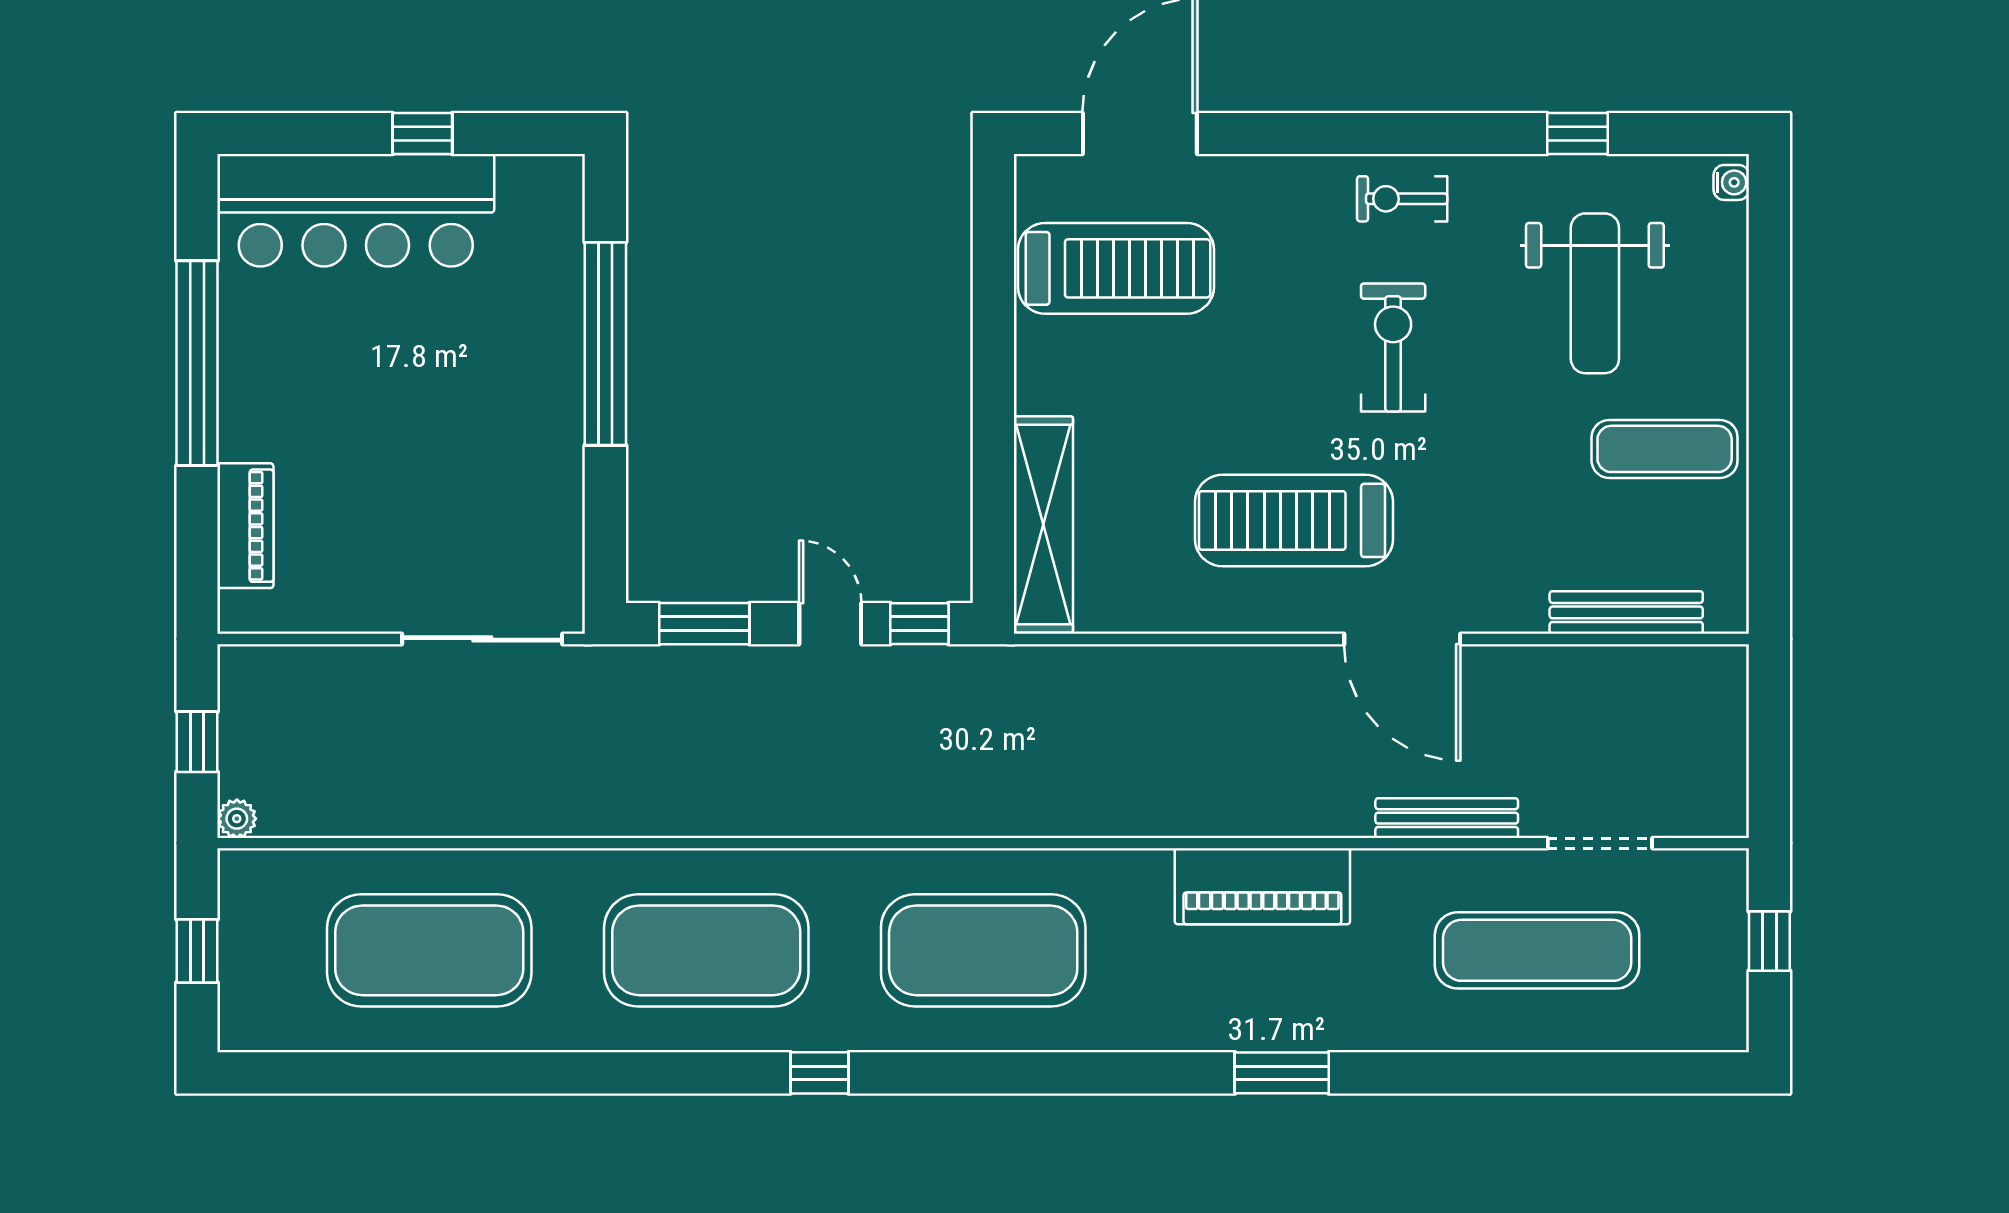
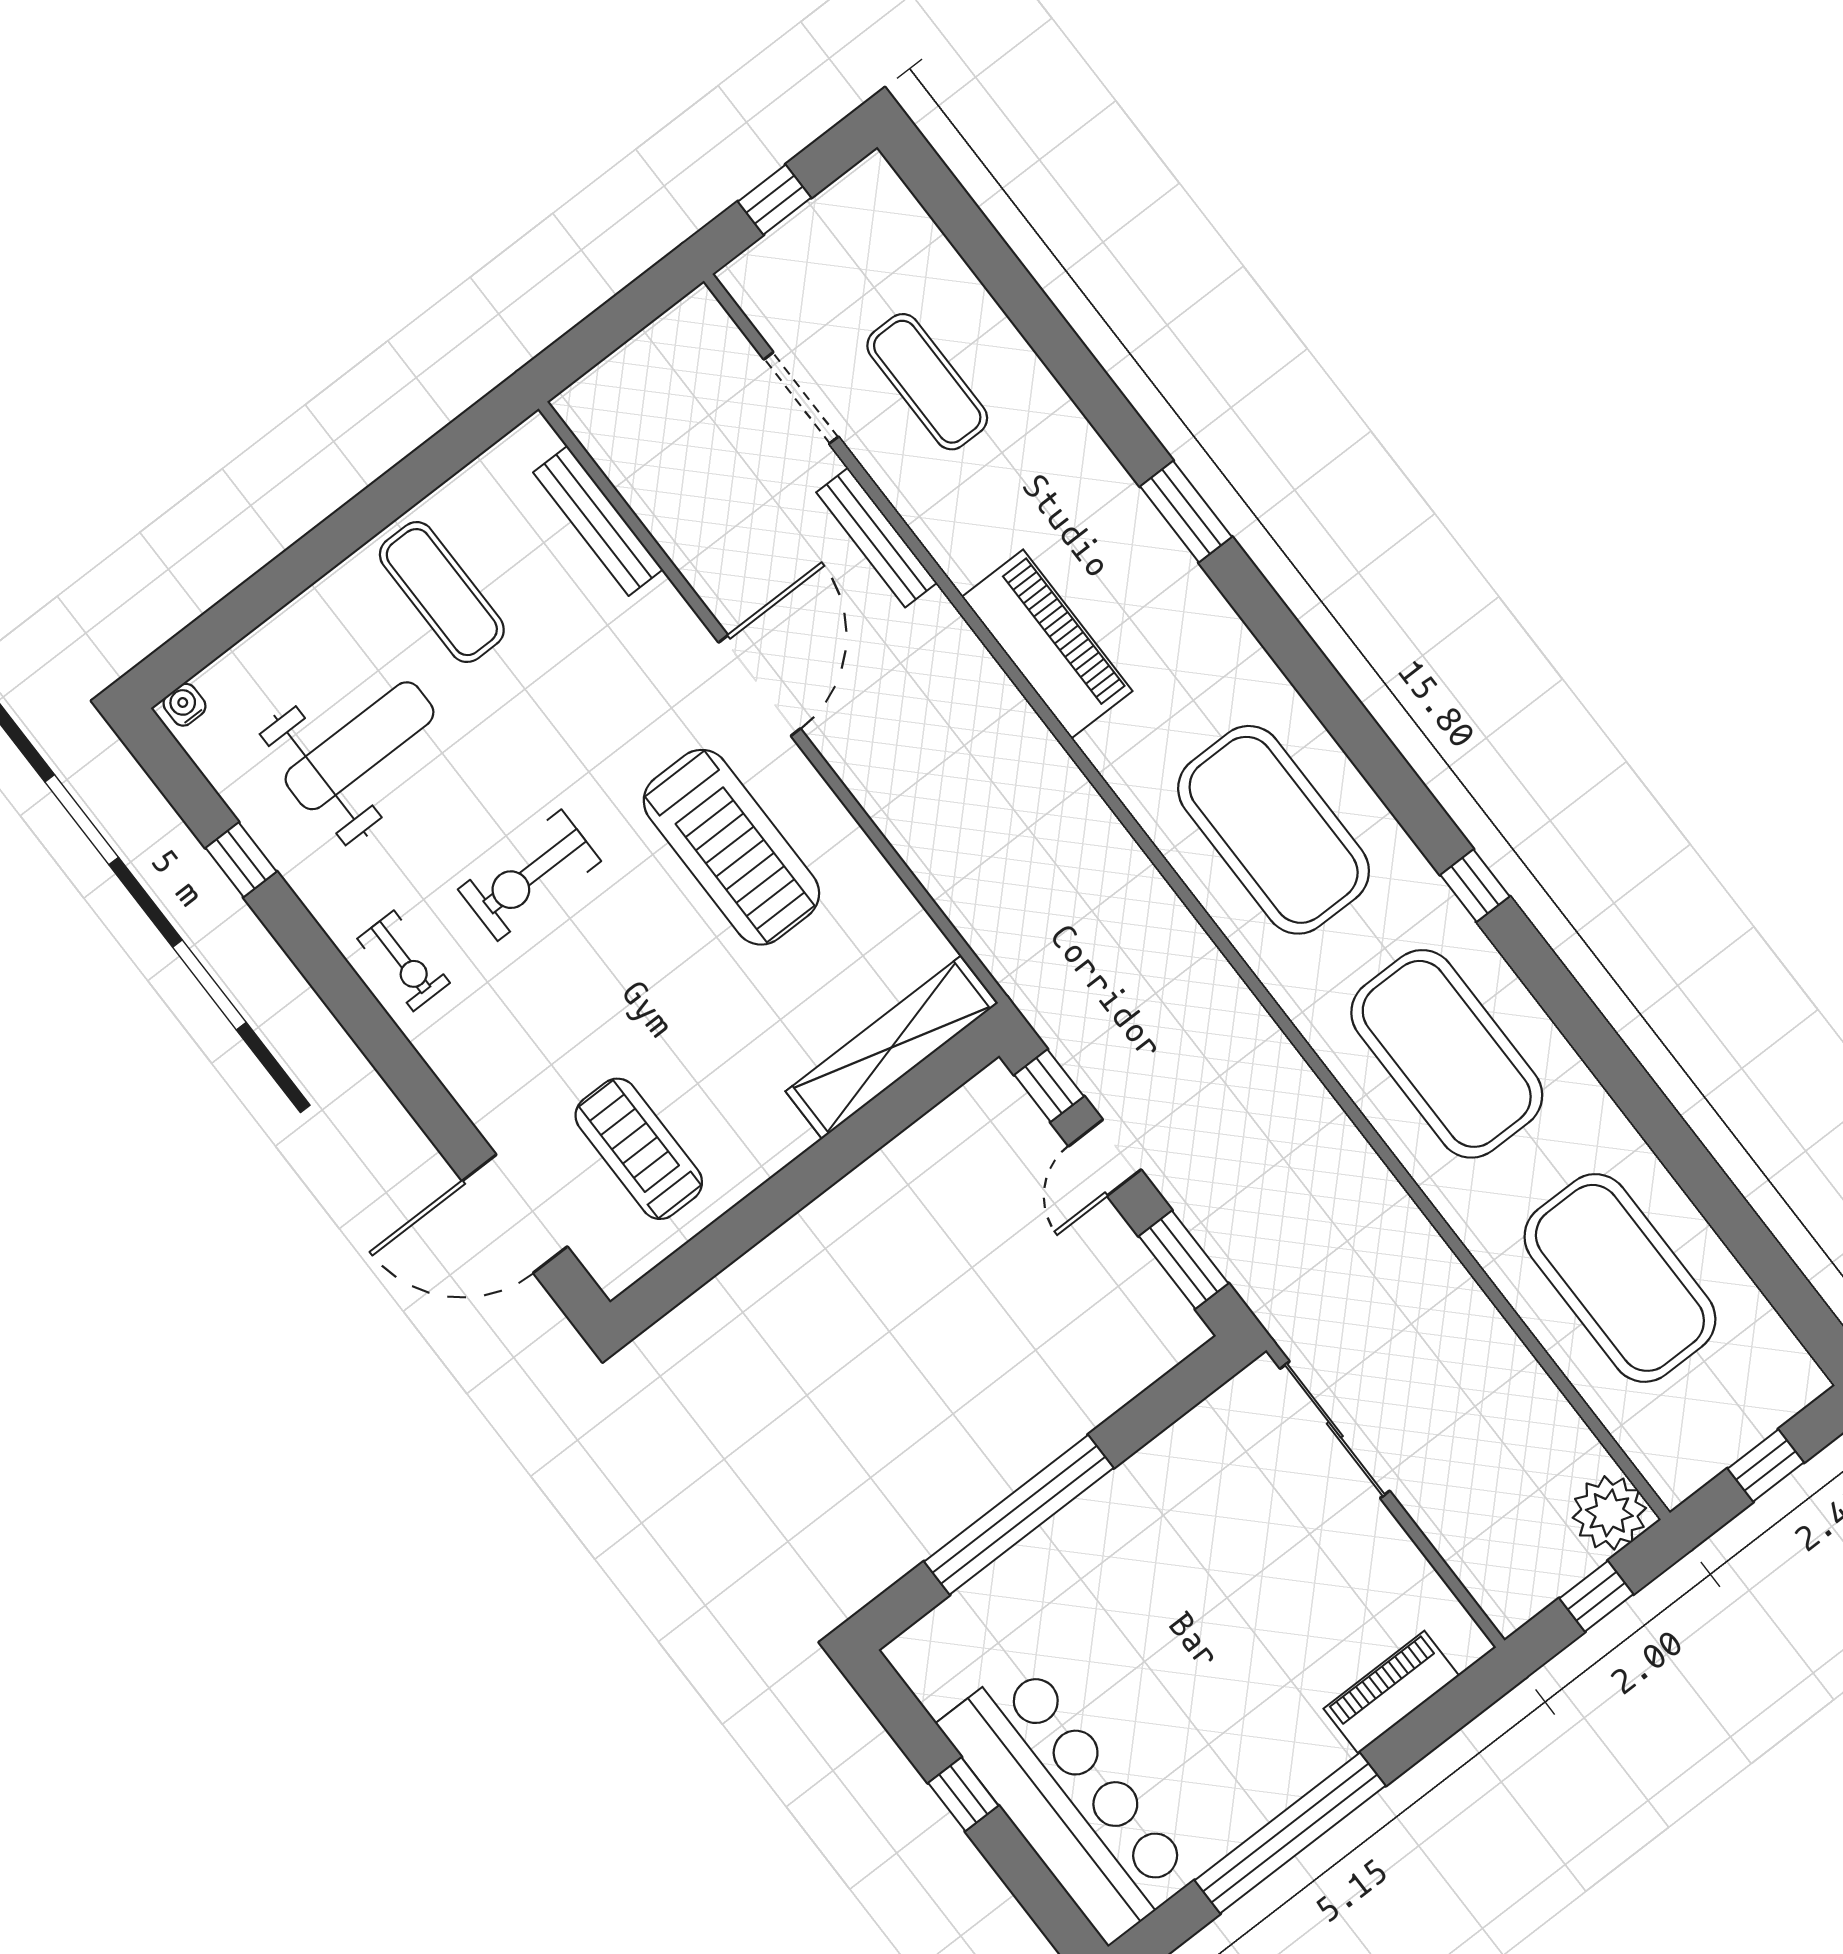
treadmill: (1116, 268) -> (639, 1149), width x0.73, depth x0.73
plant: (237, 819) -> (1609, 1513), width x1.87, depth x1.87
exercise mat: (1537, 950) -> (927, 382), width x0.73, depth x0.69

